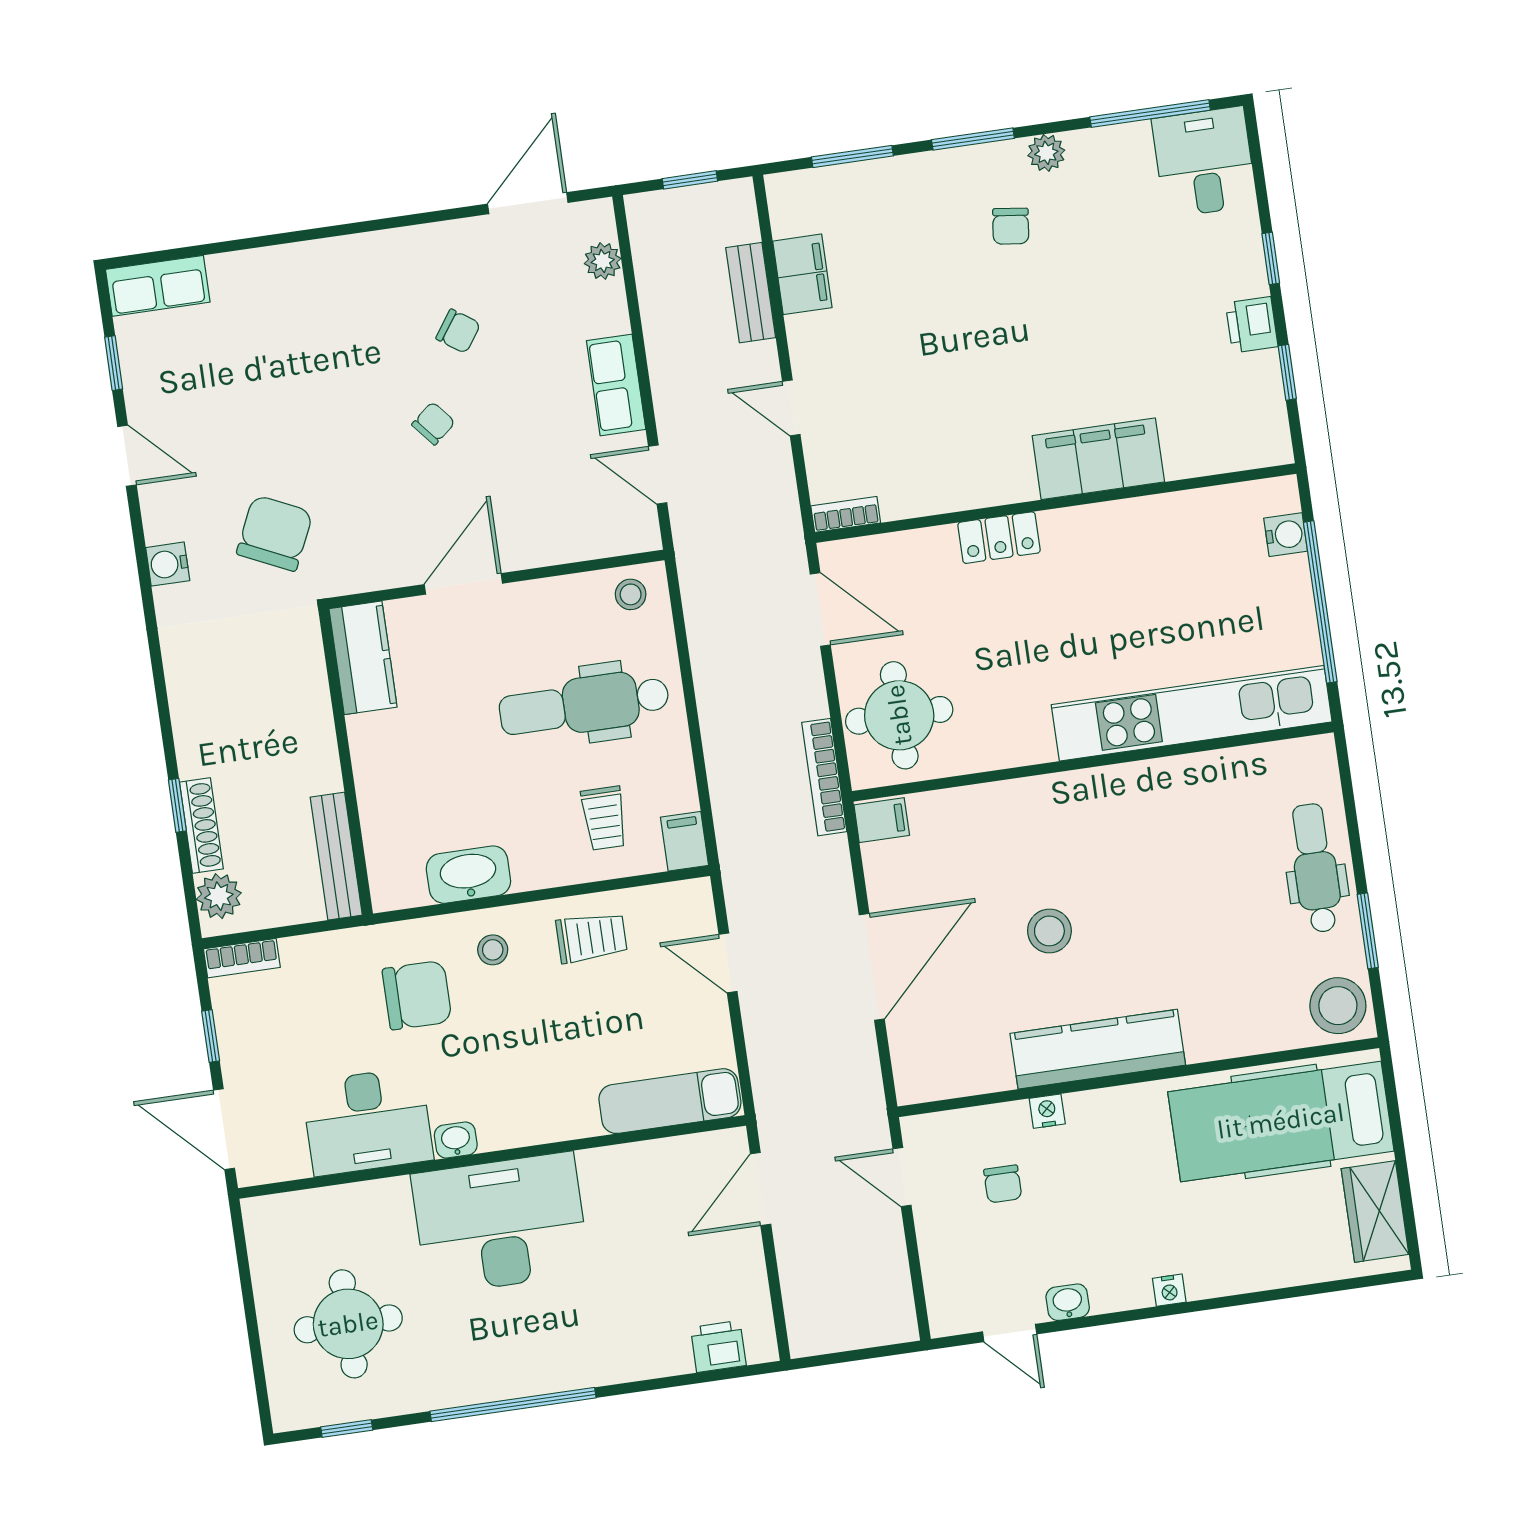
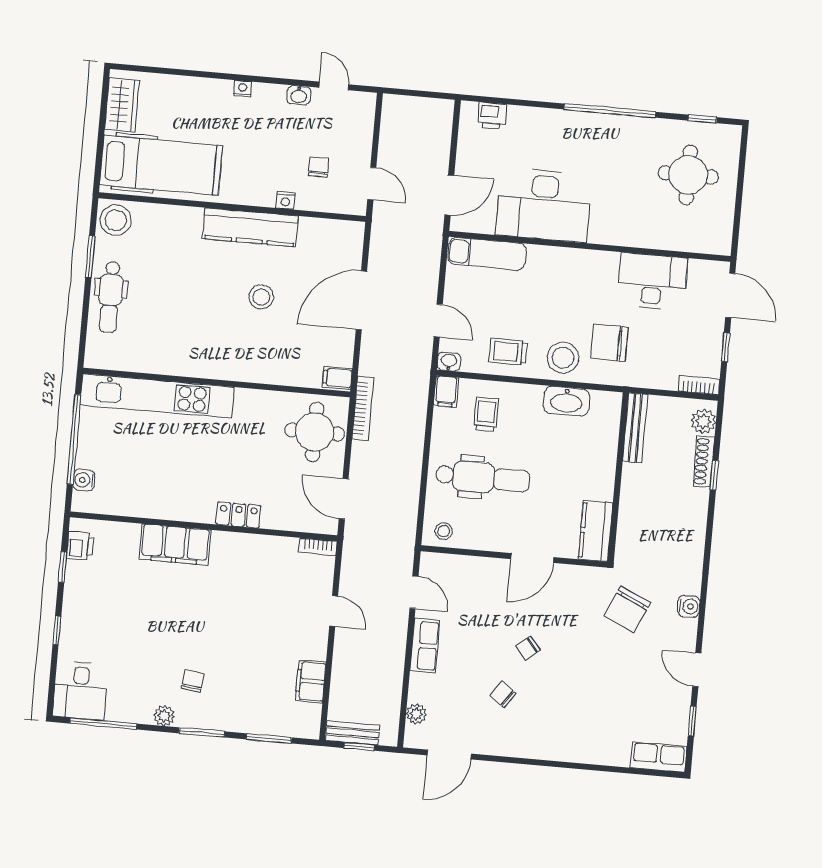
bench: (751, 293) -> (352, 733), moved, turned 90
printer: (1252, 325) -> (80, 546), moved
stool: (493, 950) -> (563, 358), width x1.89, depth x1.89
washbasin: (456, 1140) -> (449, 362), moved, turned 180
desk: (500, 1224) -> (544, 205), moved

